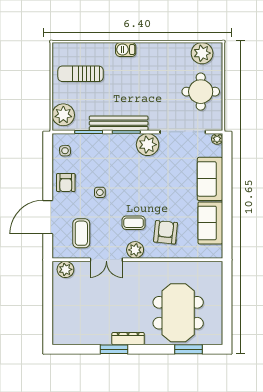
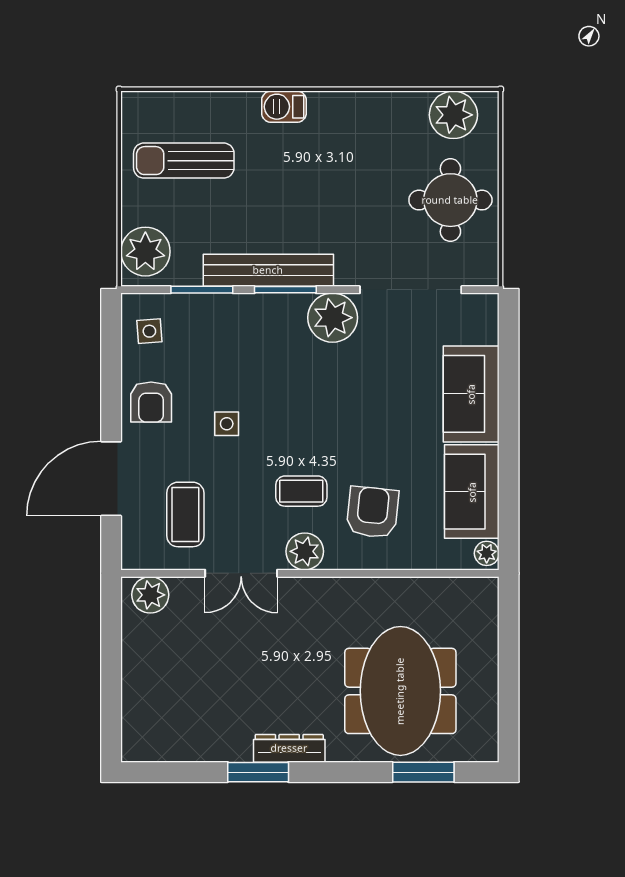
plant: (217, 139) -> (487, 553), moved

